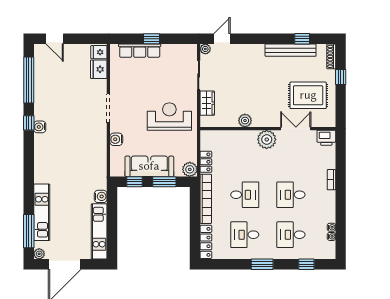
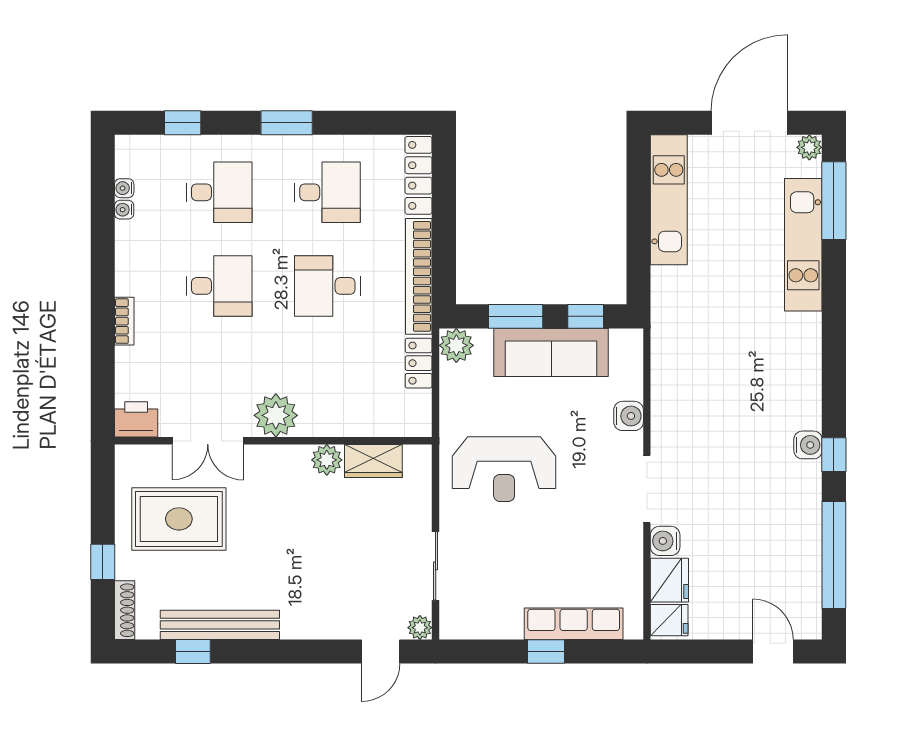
wardrobe: (207, 103) -> (373, 461), moved, turned -90
water cooler: (101, 196) -> (665, 541), moved

